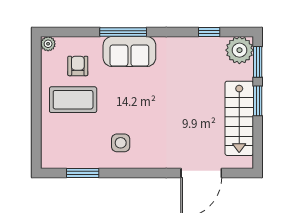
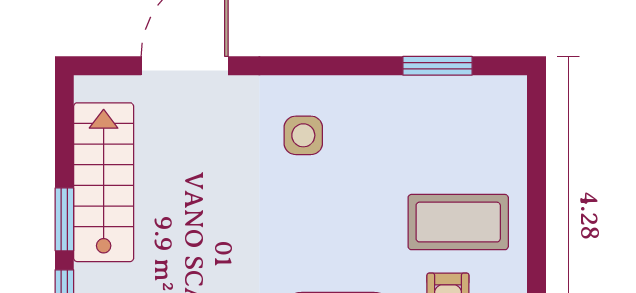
side table: (121, 143) -> (303, 135), moved

